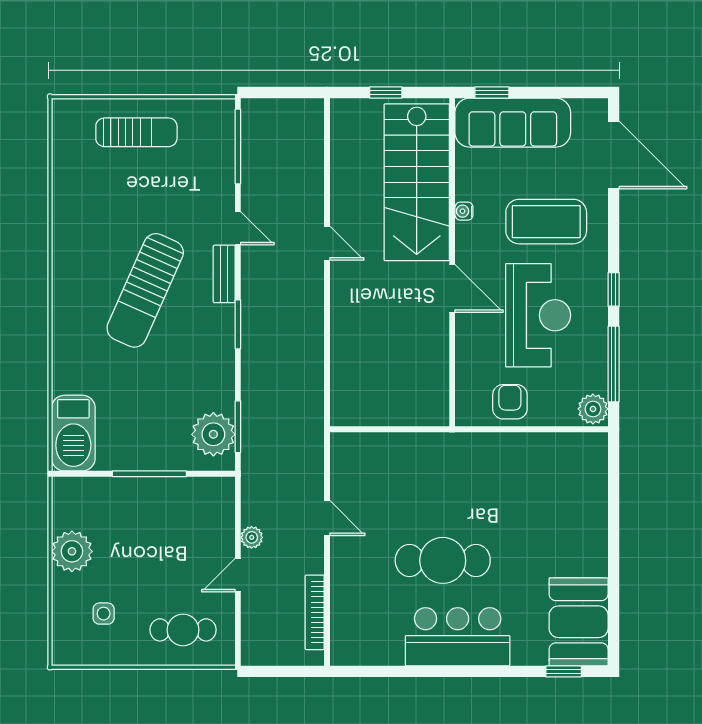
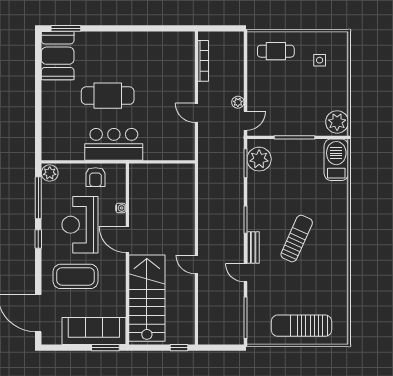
window: (386, 92) -> (179, 348), moved
window: (492, 92) -> (105, 348), width x1.50
sun lounger: (136, 132) -> (301, 326), width x1.36, depth x1.34
water cooler: (464, 211) -> (121, 208), moved
sun lounger: (145, 290) -> (297, 238), width x0.73, depth x0.75
plant: (72, 551) -> (337, 122), moved
cafe table: (443, 560) -> (108, 96), moved
door: (238, 575) -> (246, 121), moved
bar counter: (458, 637) -> (114, 144), moved, turned 180
window: (564, 671) -> (66, 28), width x1.50

